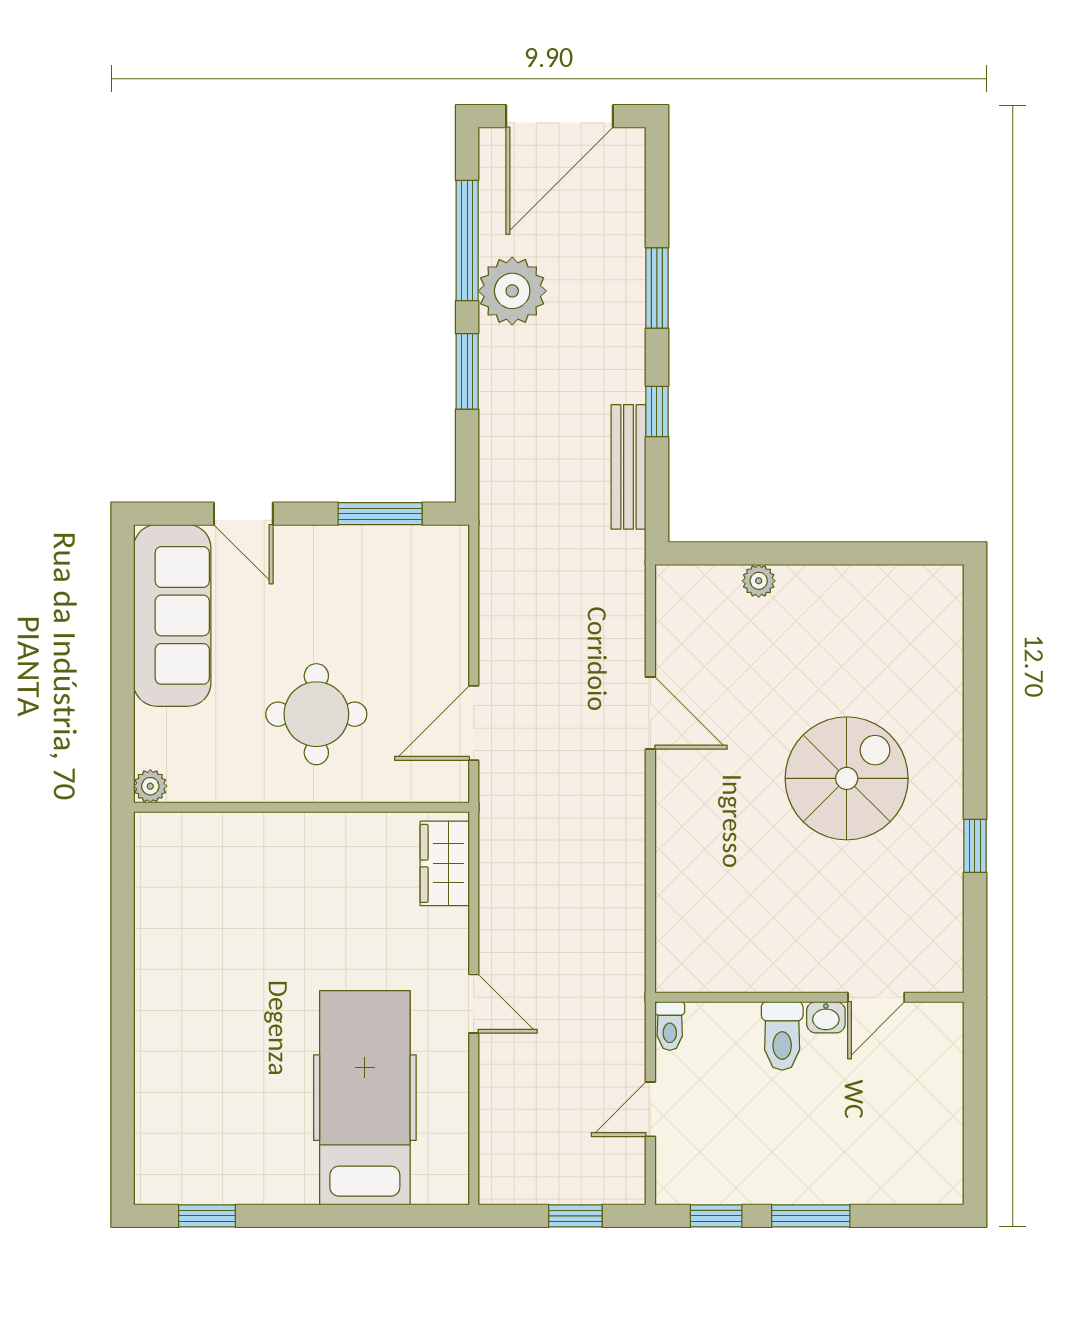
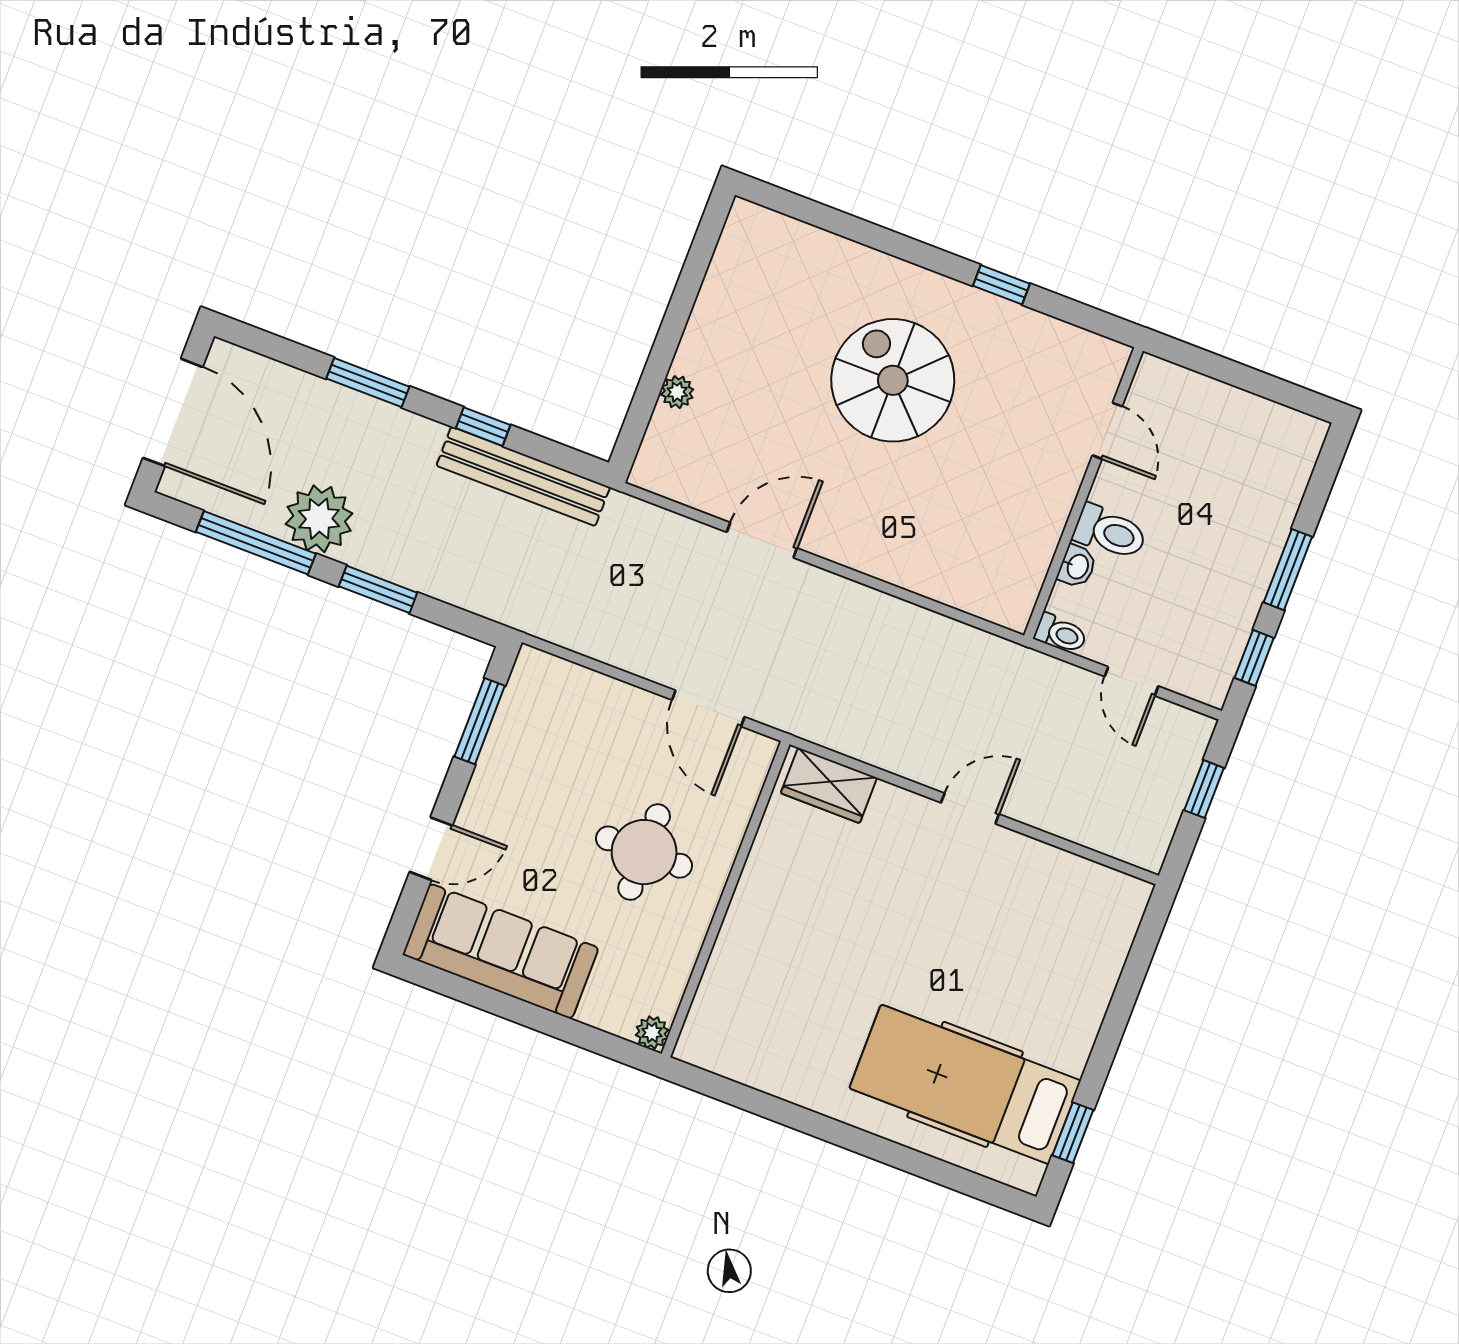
bench: (628, 467) -> (523, 476), width x1.37, depth x1.21
washbasin: (826, 1017) -> (1077, 566), moved
hospital bed: (365, 1098) -> (965, 1084), moved

